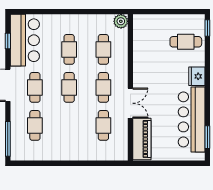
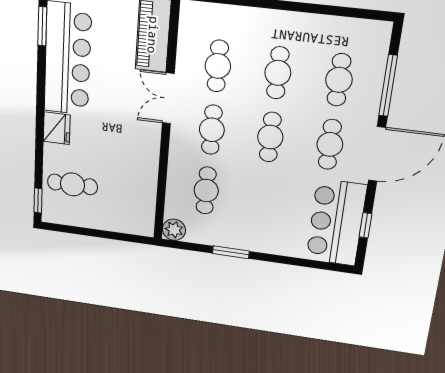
window: (85, 12) -> (231, 252), added
cafe table: (69, 49) -> (278, 73), moved
window: (8, 139) -> (388, 86), moved

